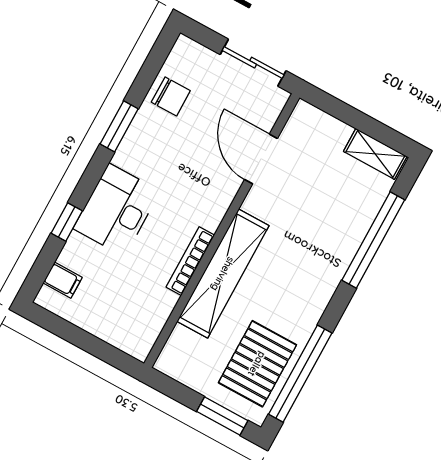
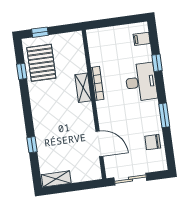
window: (373, 240) -> (32, 145), width x0.32
shelving: (223, 274) -> (83, 88), width x0.45, depth x0.75
window: (300, 374) -> (22, 71), width x0.32
window: (222, 416) -> (40, 32), width x0.67

